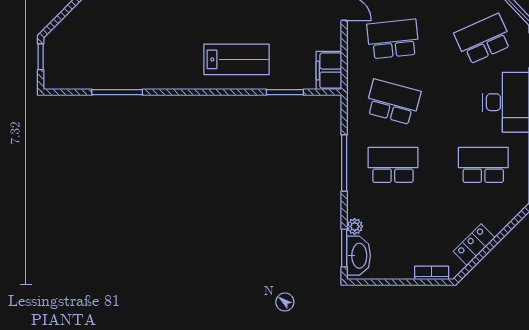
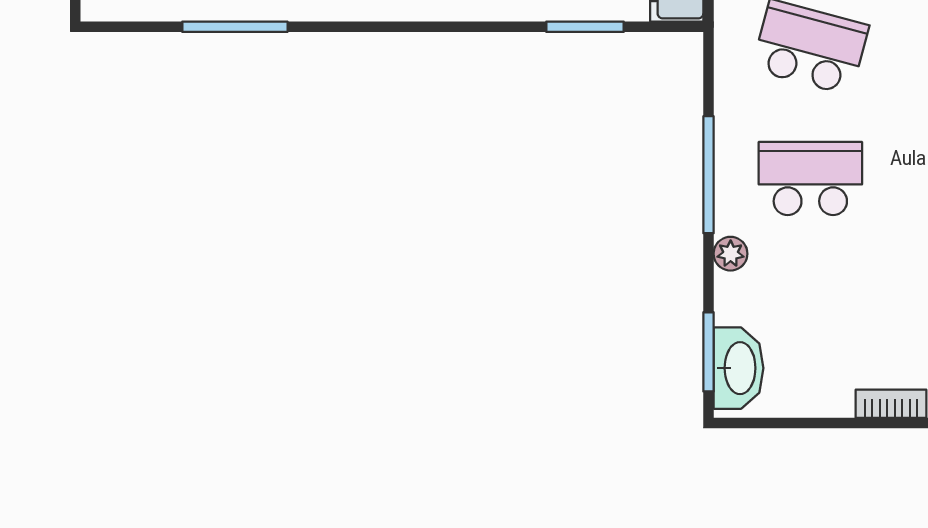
plant: (355, 226) -> (731, 254), moved

